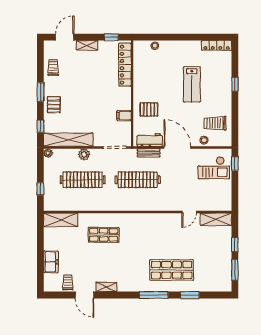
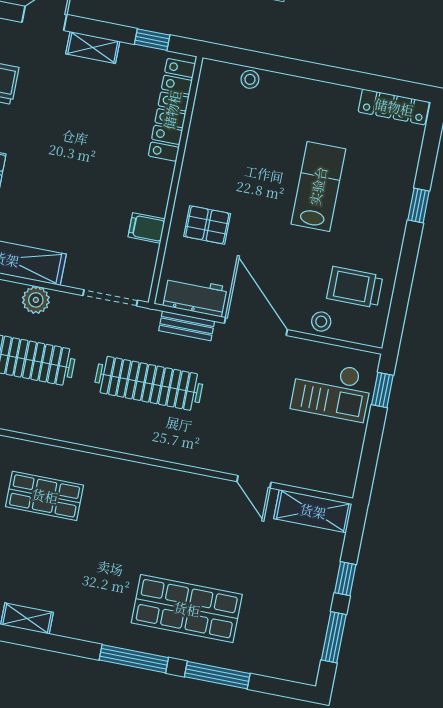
lab bench: (192, 84) -> (318, 186), turned 180
door: (189, 212) -> (254, 482), hinge flipped
window: (190, 295) -> (217, 675), width x1.44

